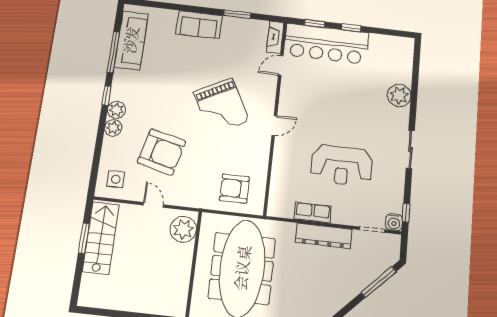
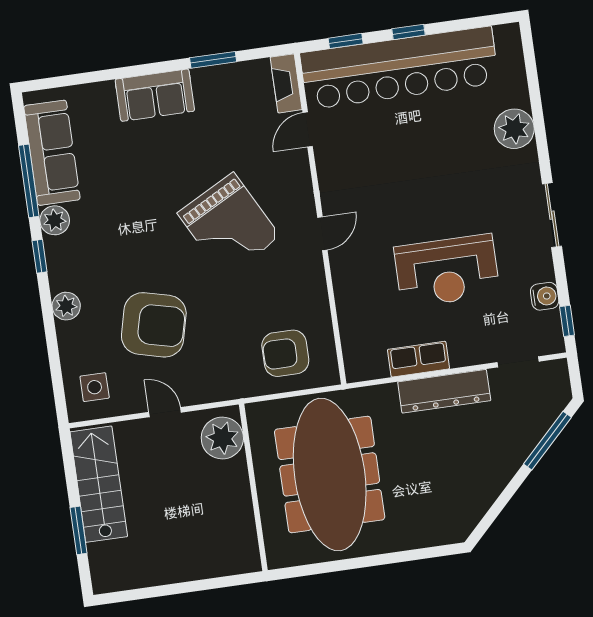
bar counter: (326, 44) -> (399, 68), width x1.36
plant: (116, 110) -> (55, 220), moved
water cooler: (394, 222) -> (545, 296), moved, turned -90
window: (84, 238) -> (79, 530), moved

